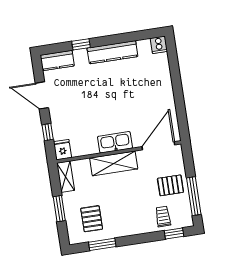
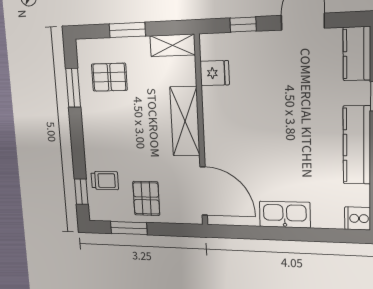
kitchen sink: (115, 142) -> (285, 215), moved, turned -90
fridge: (63, 150) -> (215, 73), moved
window: (194, 196) -> (129, 228), width x0.69

